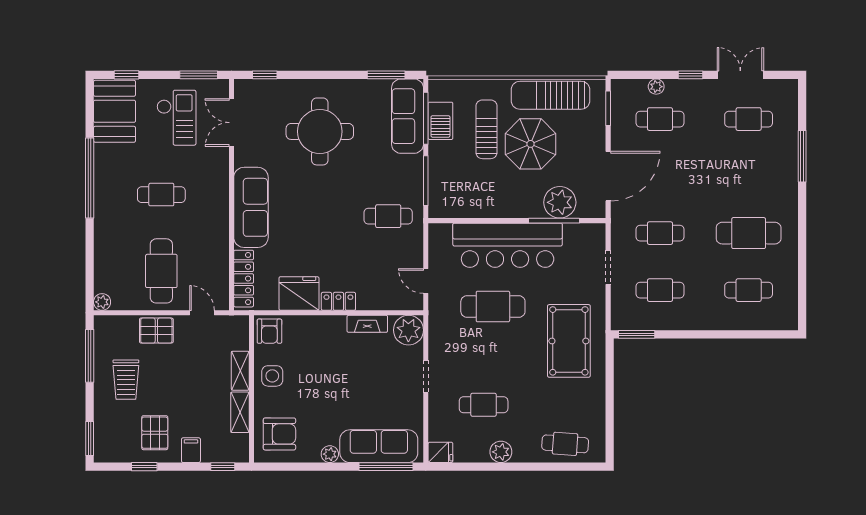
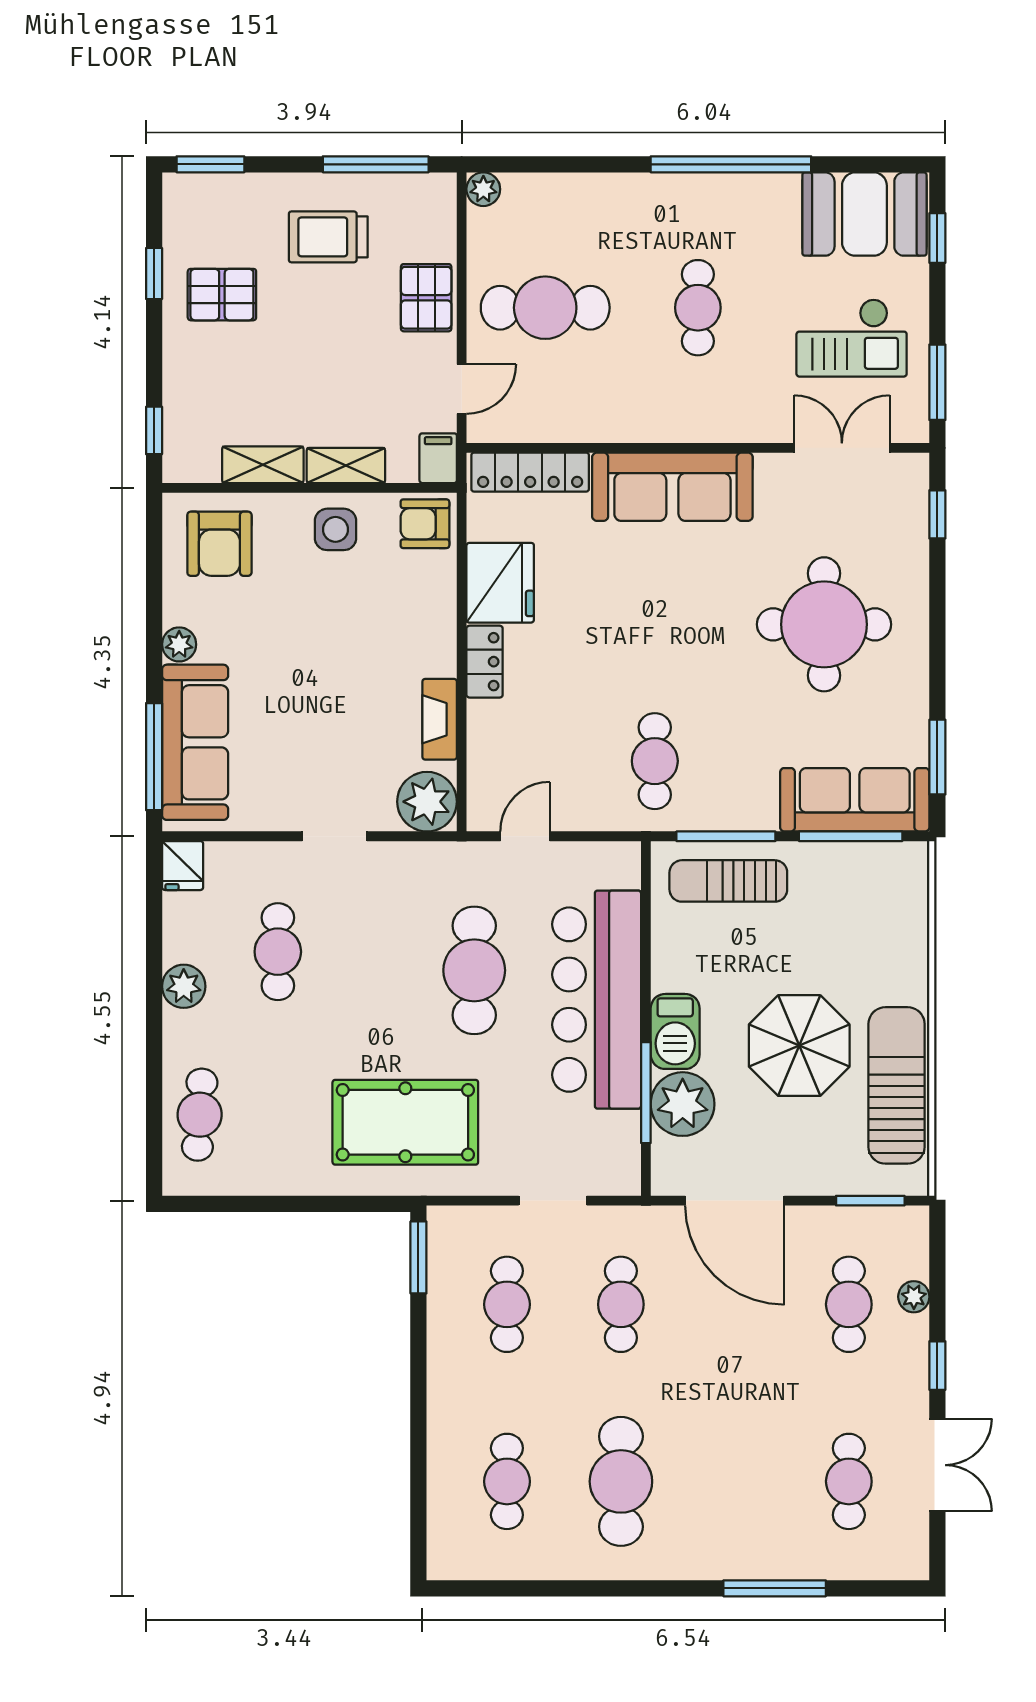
barbecue: (440, 121) -> (675, 1031), moved, turned -90
sun lounger: (487, 129) -> (728, 881), moved, turned 180
filing cabinet: (191, 450) -> (438, 458), moved, turned -90

